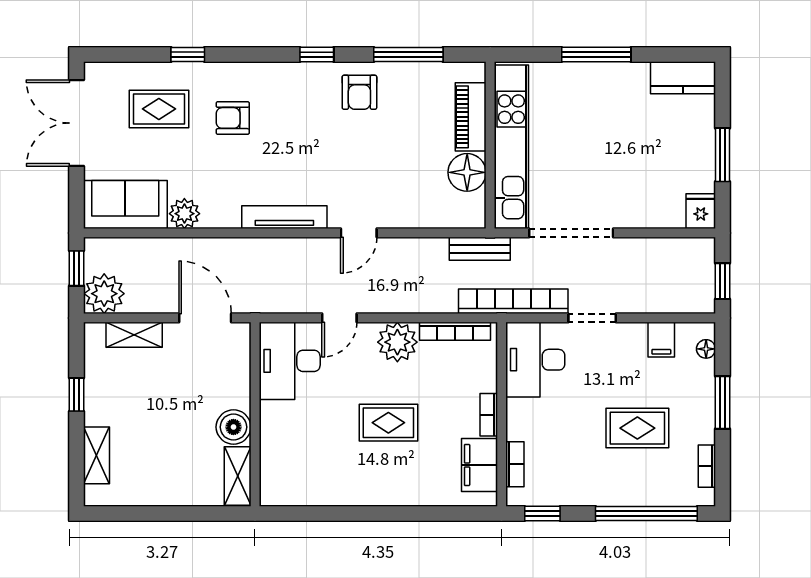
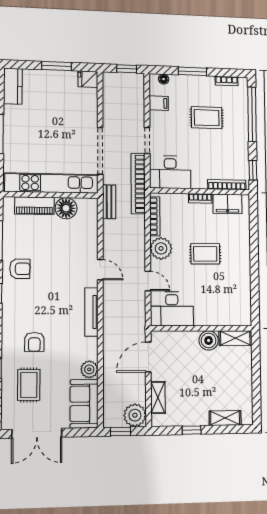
rug: (388, 423) -> (205, 254), turned 90
rug: (637, 428) -> (207, 118), turned 90
bookcase: (515, 464) -> (227, 185), width x1.56

